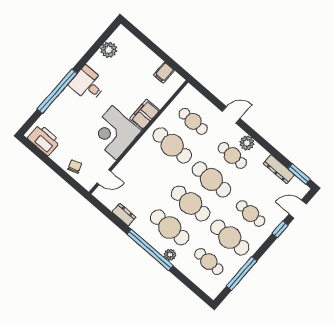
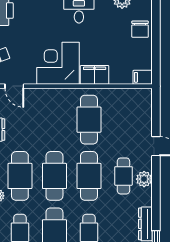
chair: (140, 55) -> (140, 29), added
filing cabinet: (164, 73) -> (143, 77), moved
cafe table: (193, 121) -> (123, 120), removed

